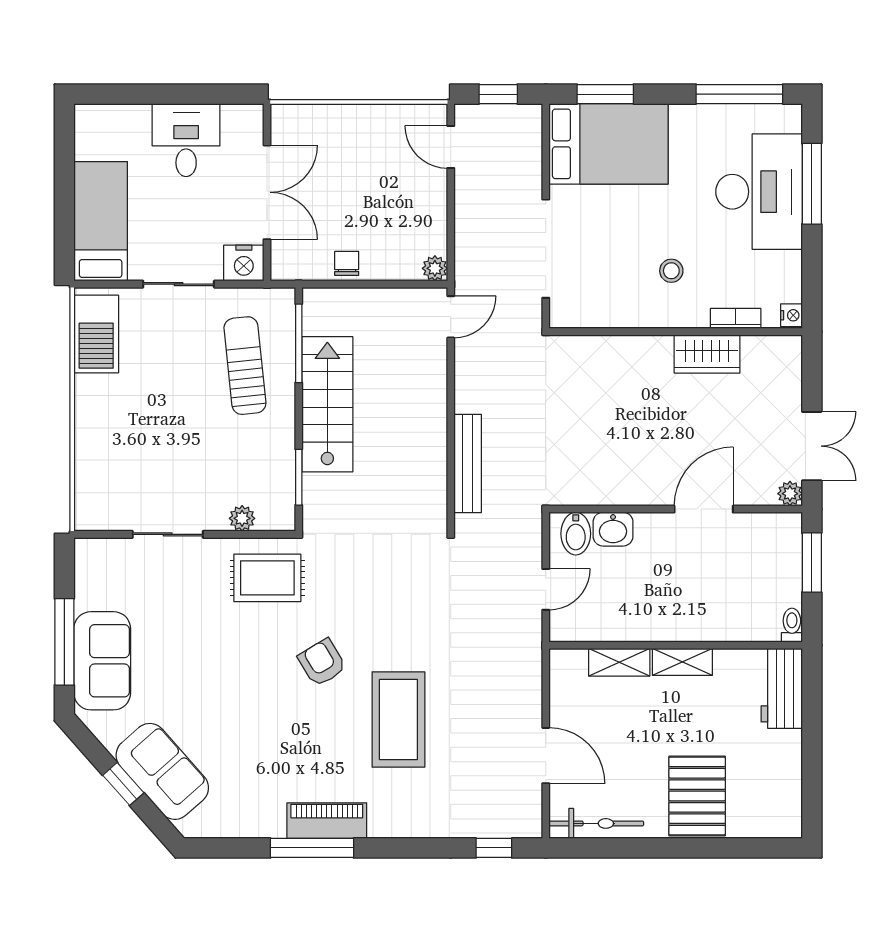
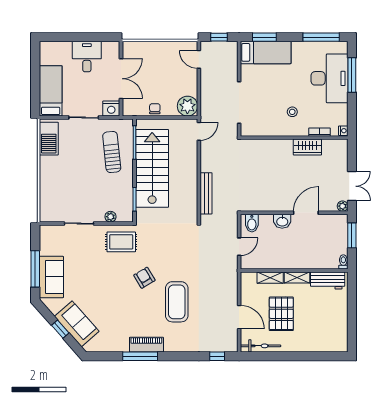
bed: (608, 144) -> (266, 52), width x0.67
plant: (435, 268) -> (187, 106), width x1.87, depth x1.87
stairs: (327, 404) -> (152, 168), width x1.36, depth x1.51
washbasin: (613, 529) -> (282, 221), moved
workbench: (782, 688) -> (328, 280), moved, turned -90
pallet: (697, 796) -> (281, 314), moved

